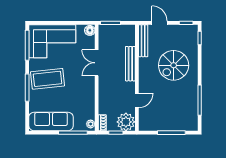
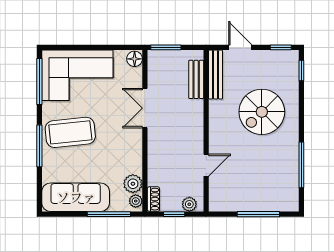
bench: (130, 64) -> (196, 79), moved, width x0.73
plant: (89, 113) -> (133, 184), added
plant: (126, 122) -> (189, 204), width x0.53, depth x0.53

